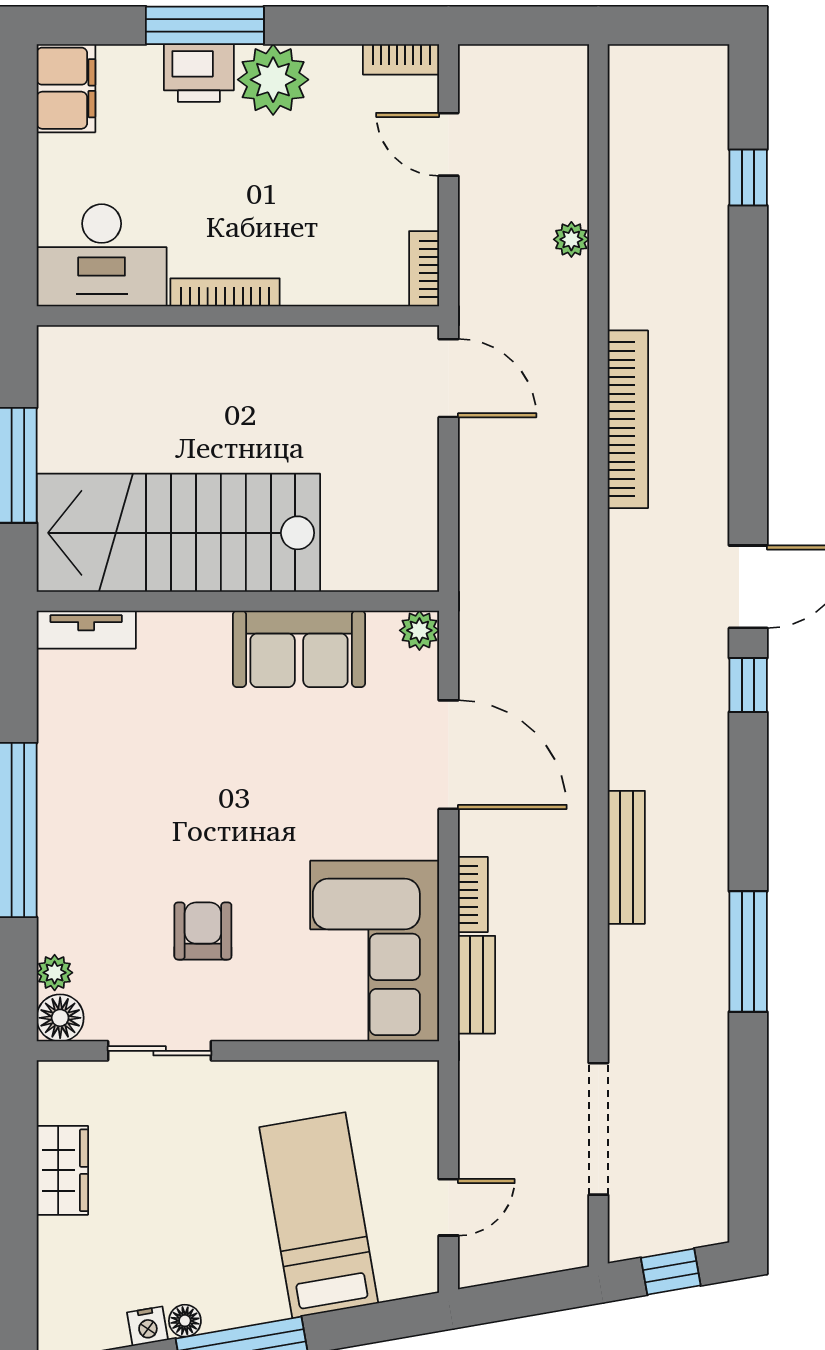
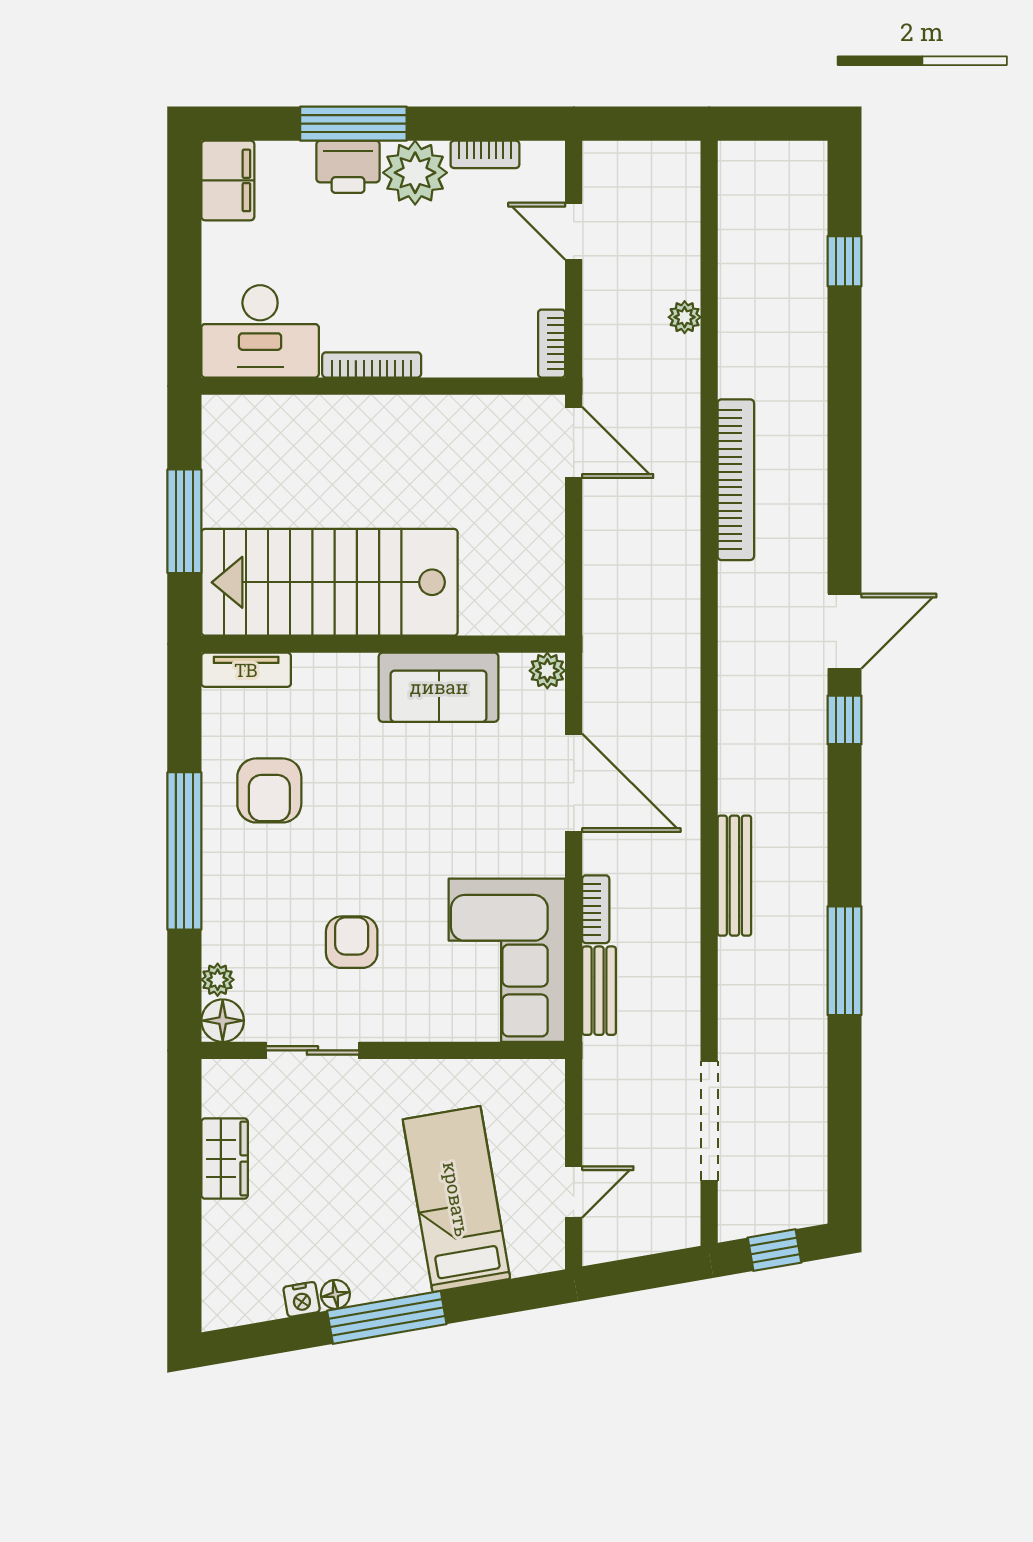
bookcase: (401, 59) -> (485, 154), moved
armchair: (112, 763) -> (269, 790), added

